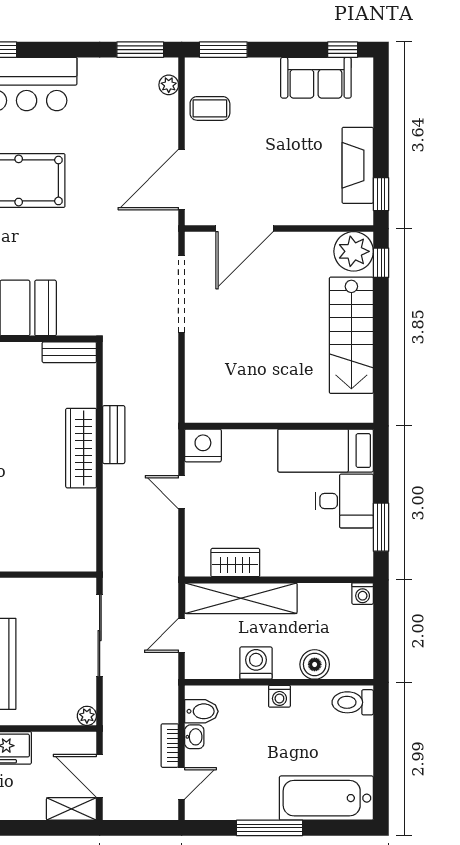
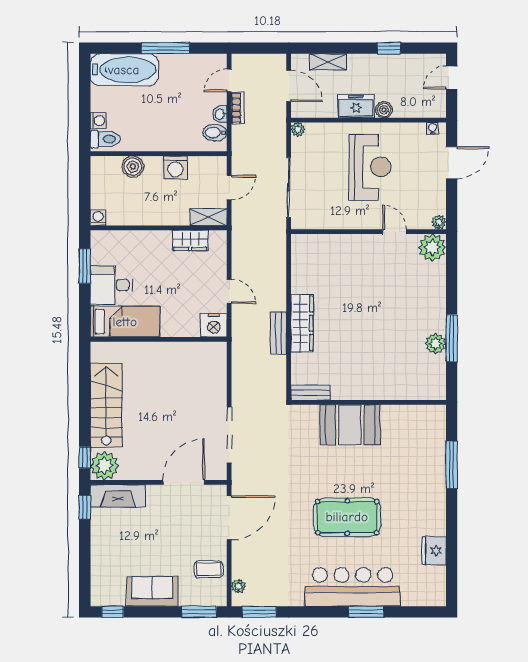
sofa: (316, 78) -> (152, 592), moved
fireplace: (358, 165) -> (118, 496), moved, turned 90
shelving: (241, 598) -> (208, 217), width x0.45, depth x0.75
washing machine: (279, 696) -> (98, 121), moved, turned 90
shelving: (71, 809) -> (328, 62), moved

